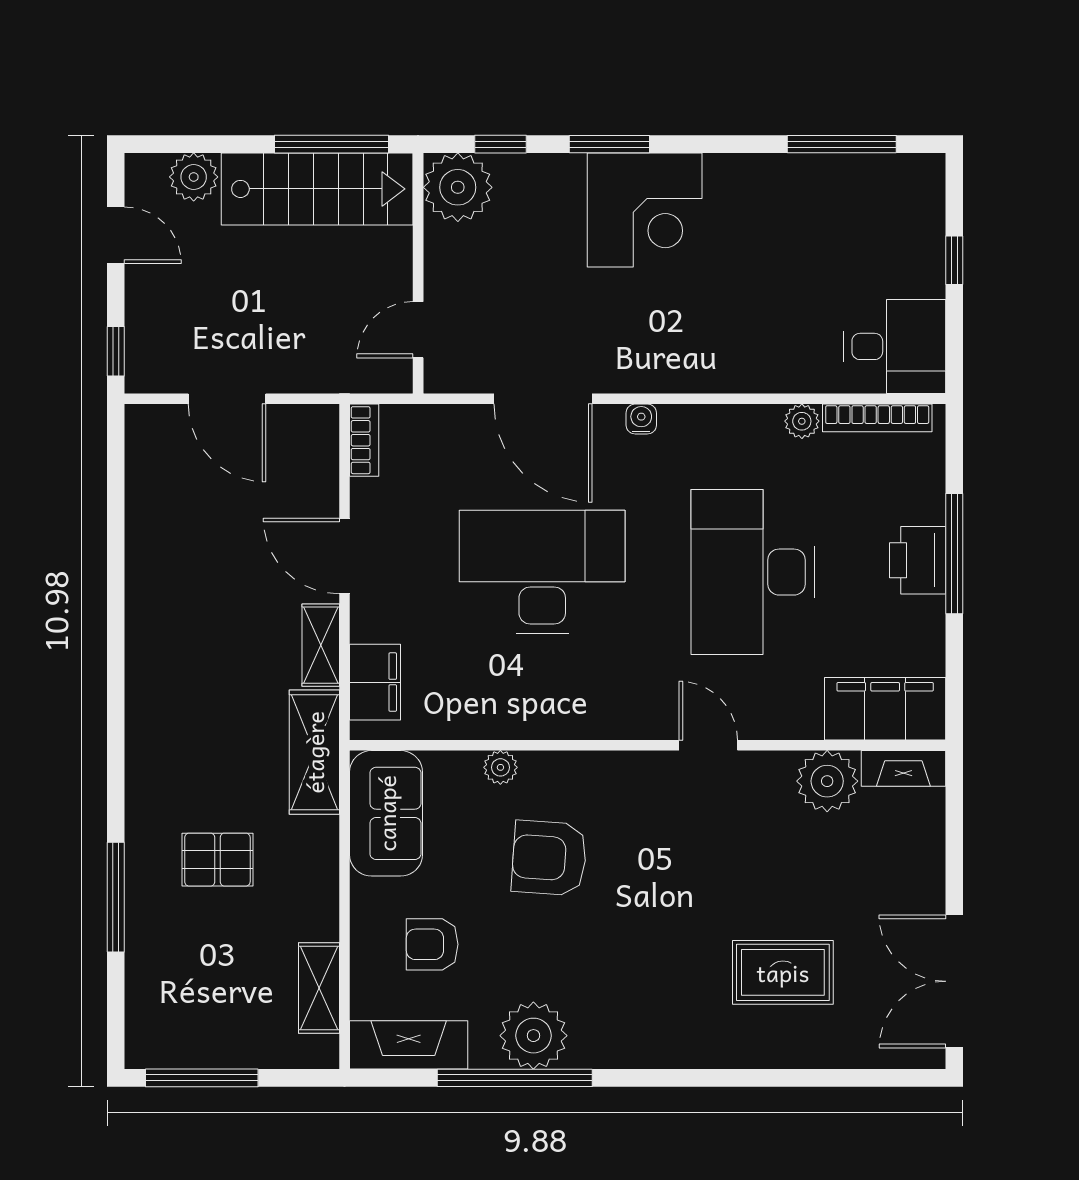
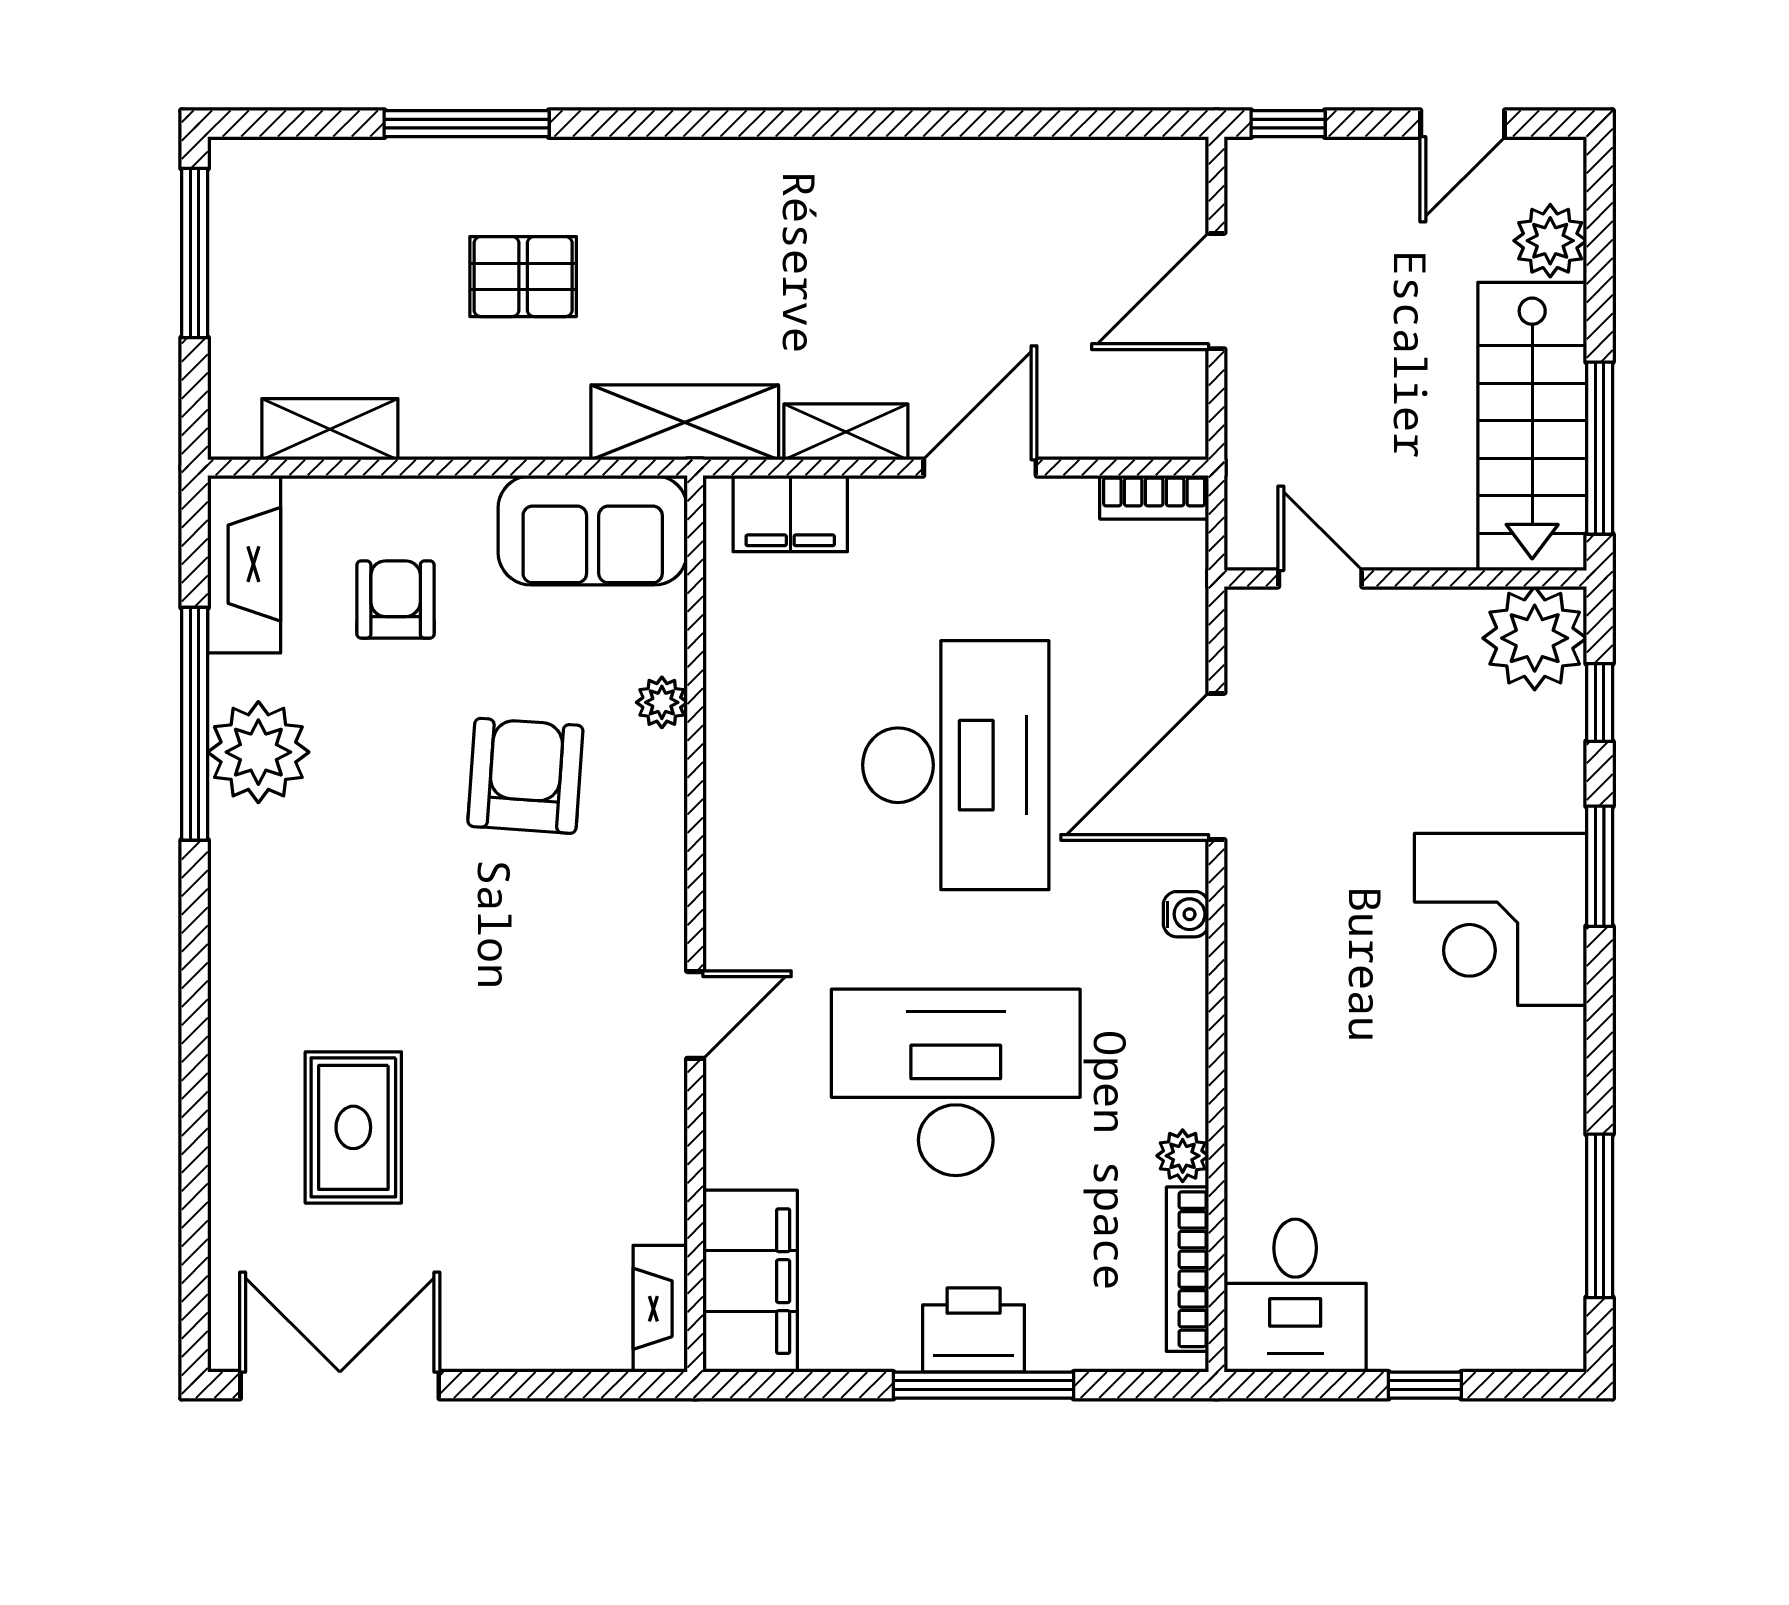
plant: (827, 781) -> (641, 1194), removed
pallet: (217, 860) -> (523, 277), turned 90

